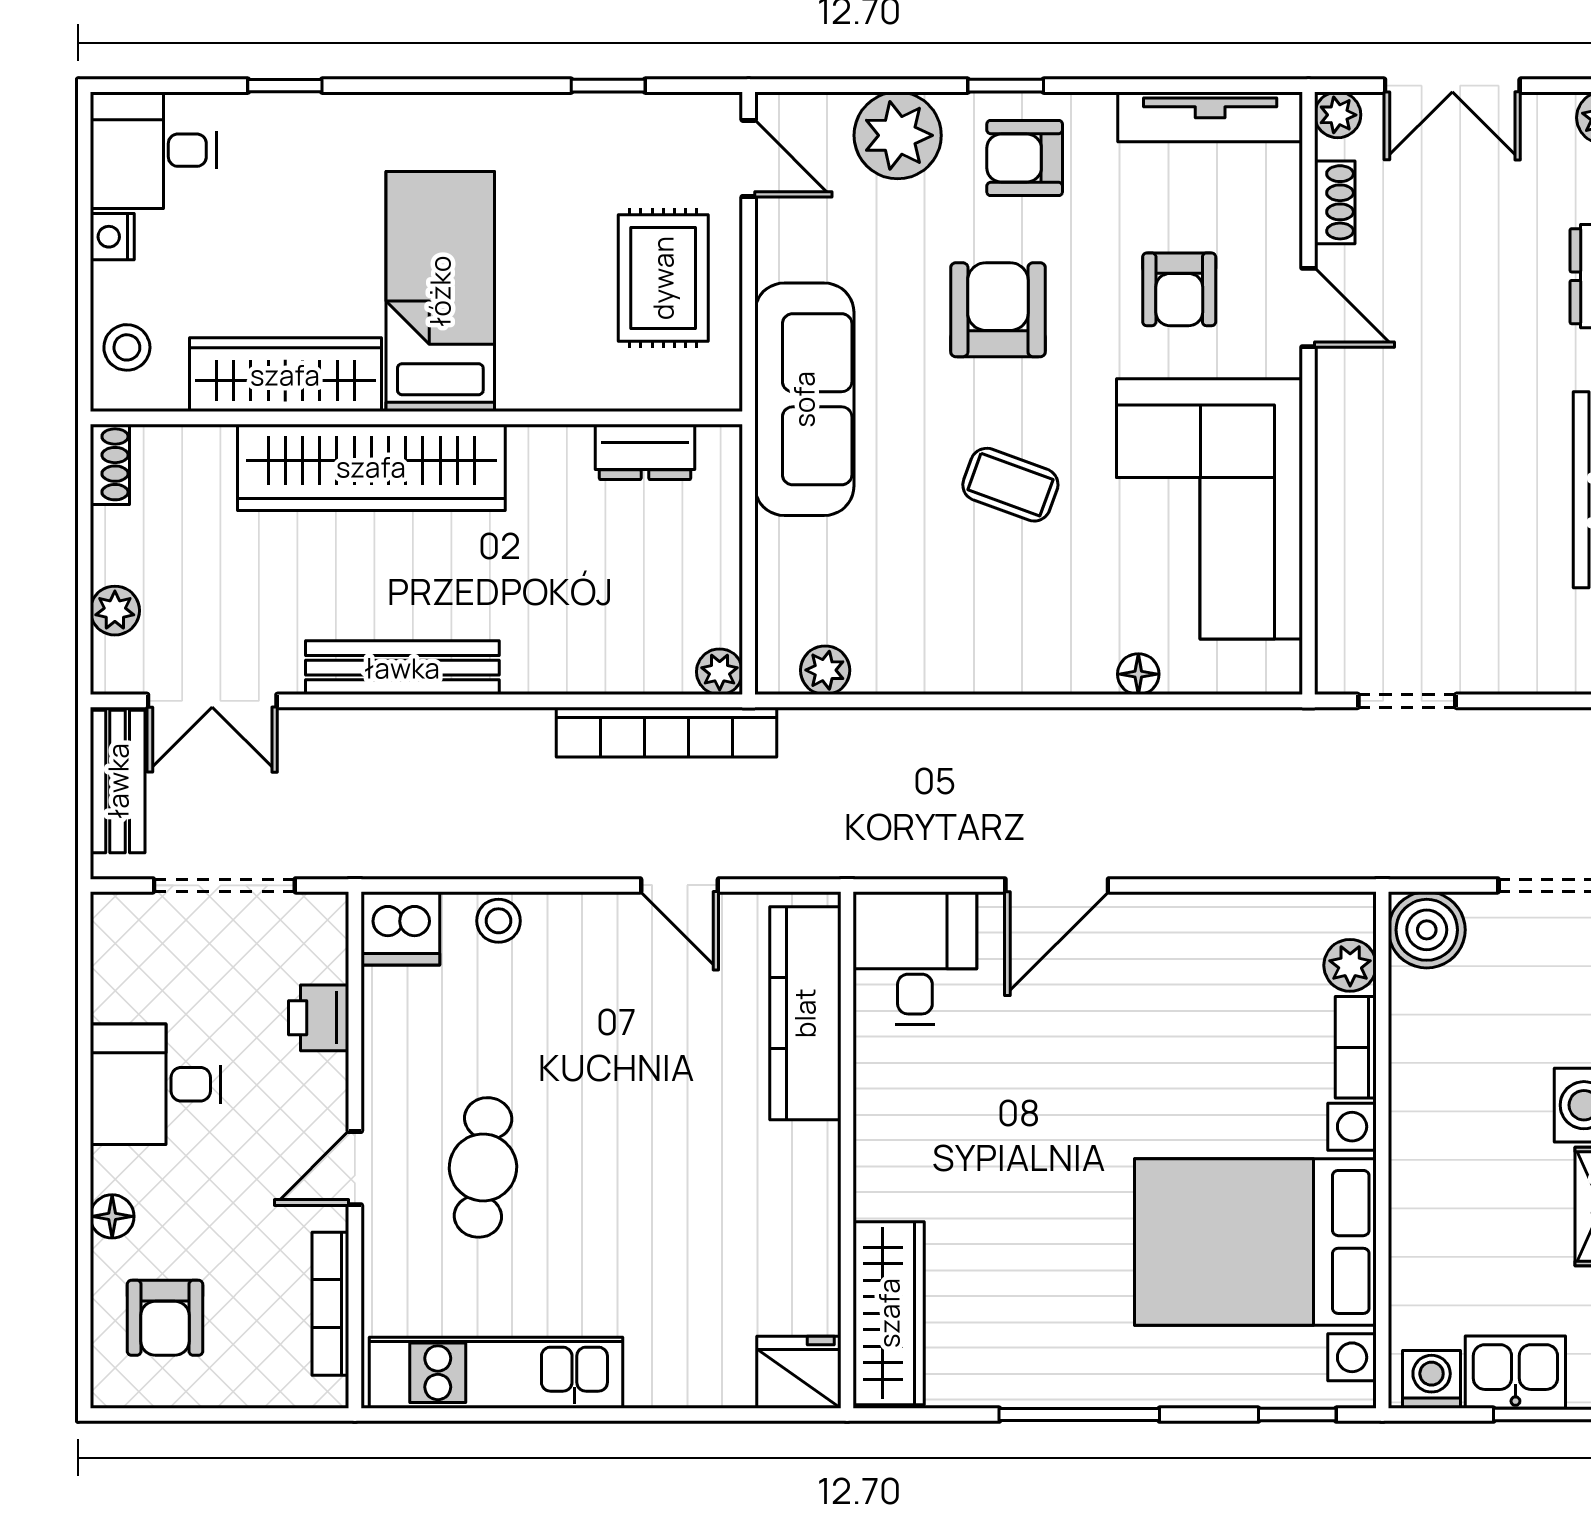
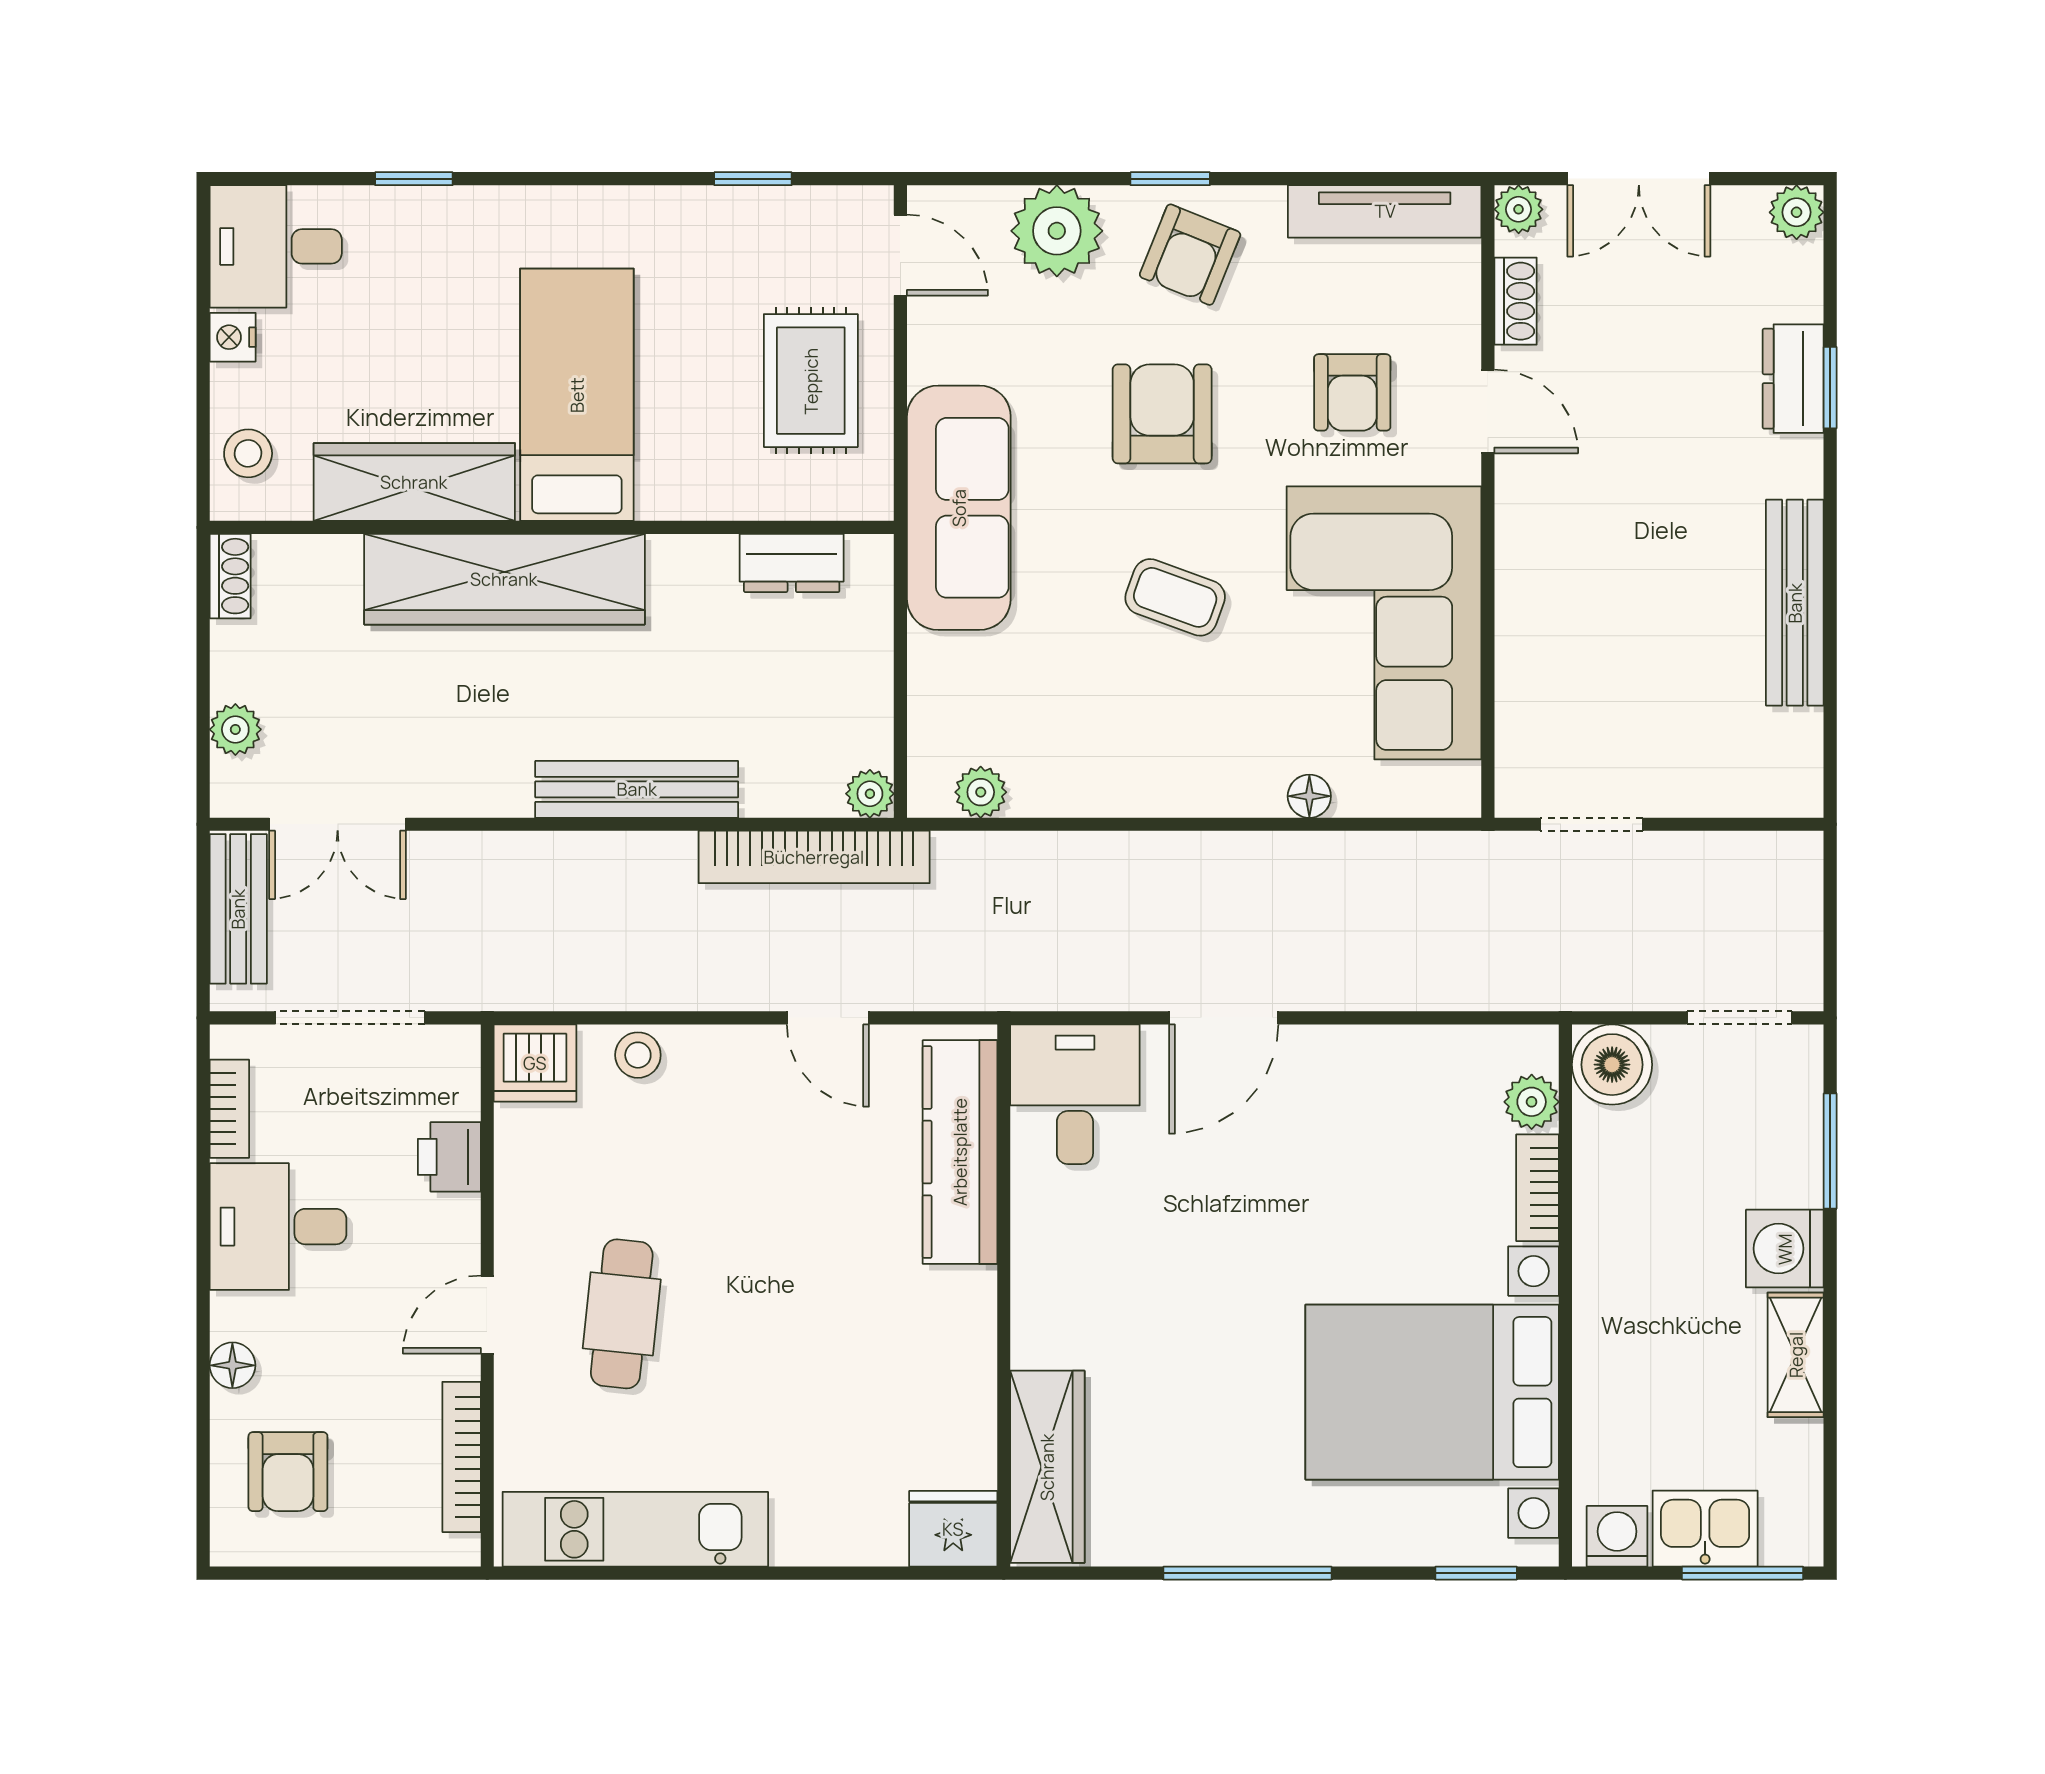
armchair: (1025, 158) -> (1190, 255), turned -68
bench: (402, 668) -> (637, 789), moved
bookcase: (109, 972) -> (229, 1109), added

